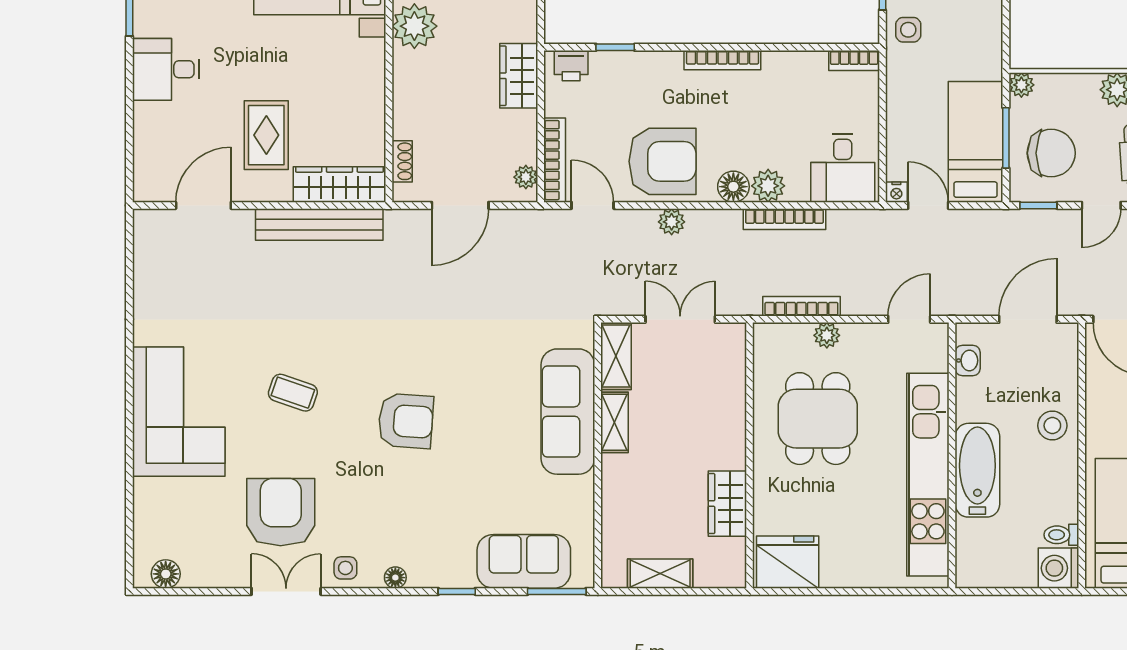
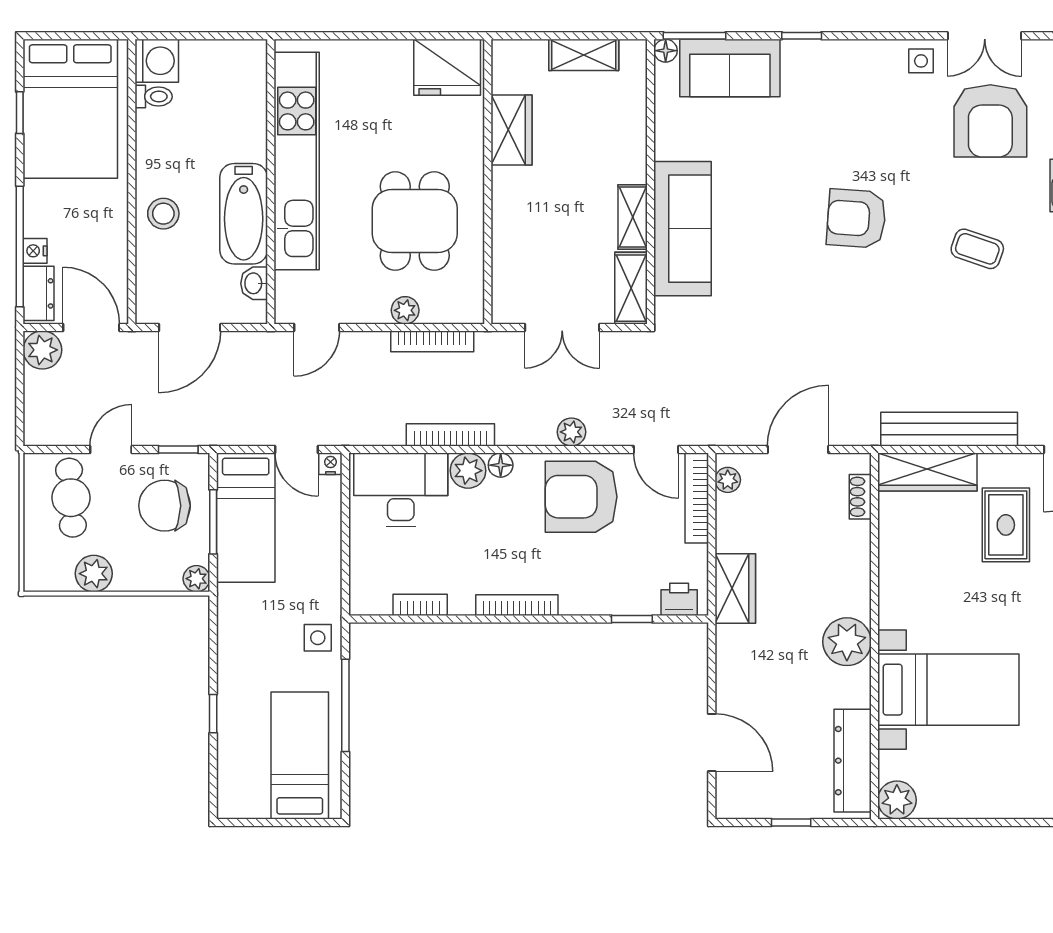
bookcase: (854, 60) -> (420, 605), moved
desk: (843, 168) -> (401, 490), width x1.37
floor lamp: (733, 187) -> (501, 465), width x0.73, depth x0.73
bathtub: (977, 470) -> (244, 214), moved
floor lamp: (395, 578) -> (666, 51), moved

